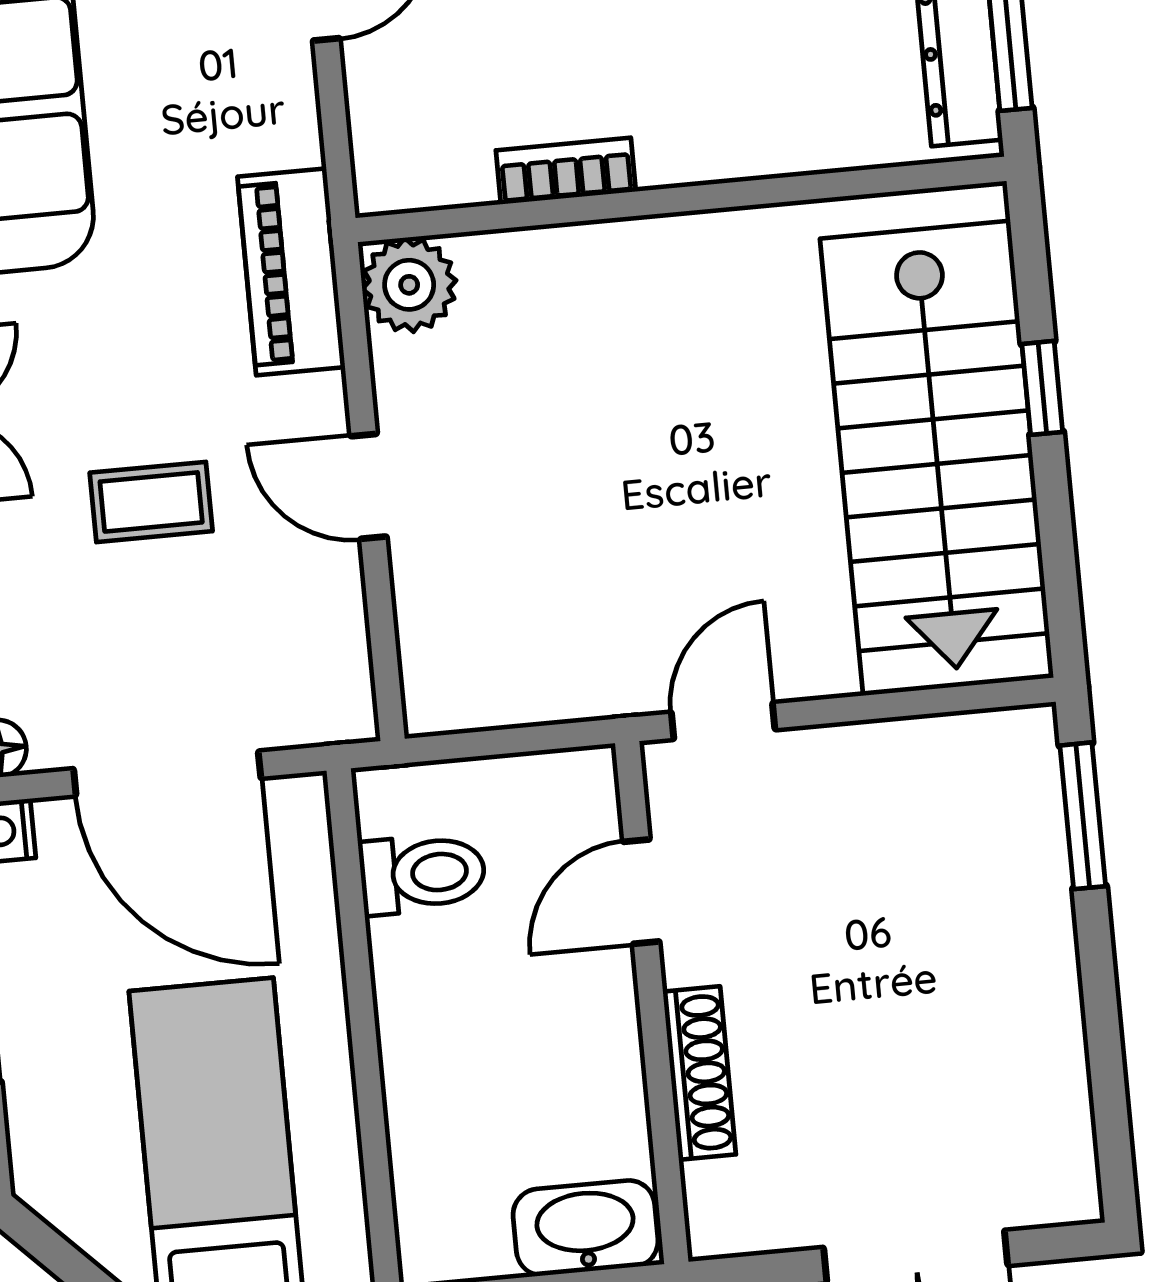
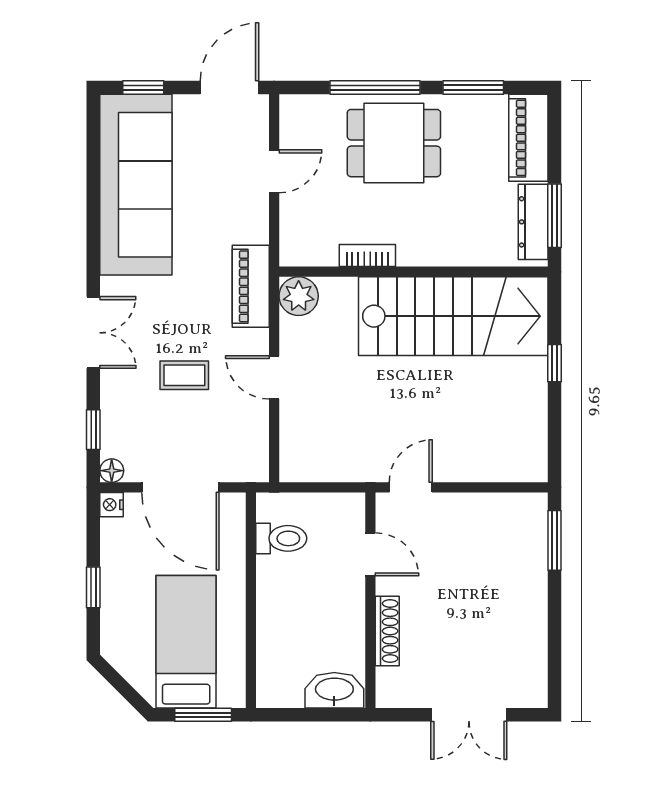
stairs: (937, 458) -> (453, 316), moved, turned -90
door: (641, 892) -> (370, 554), swing flipped

